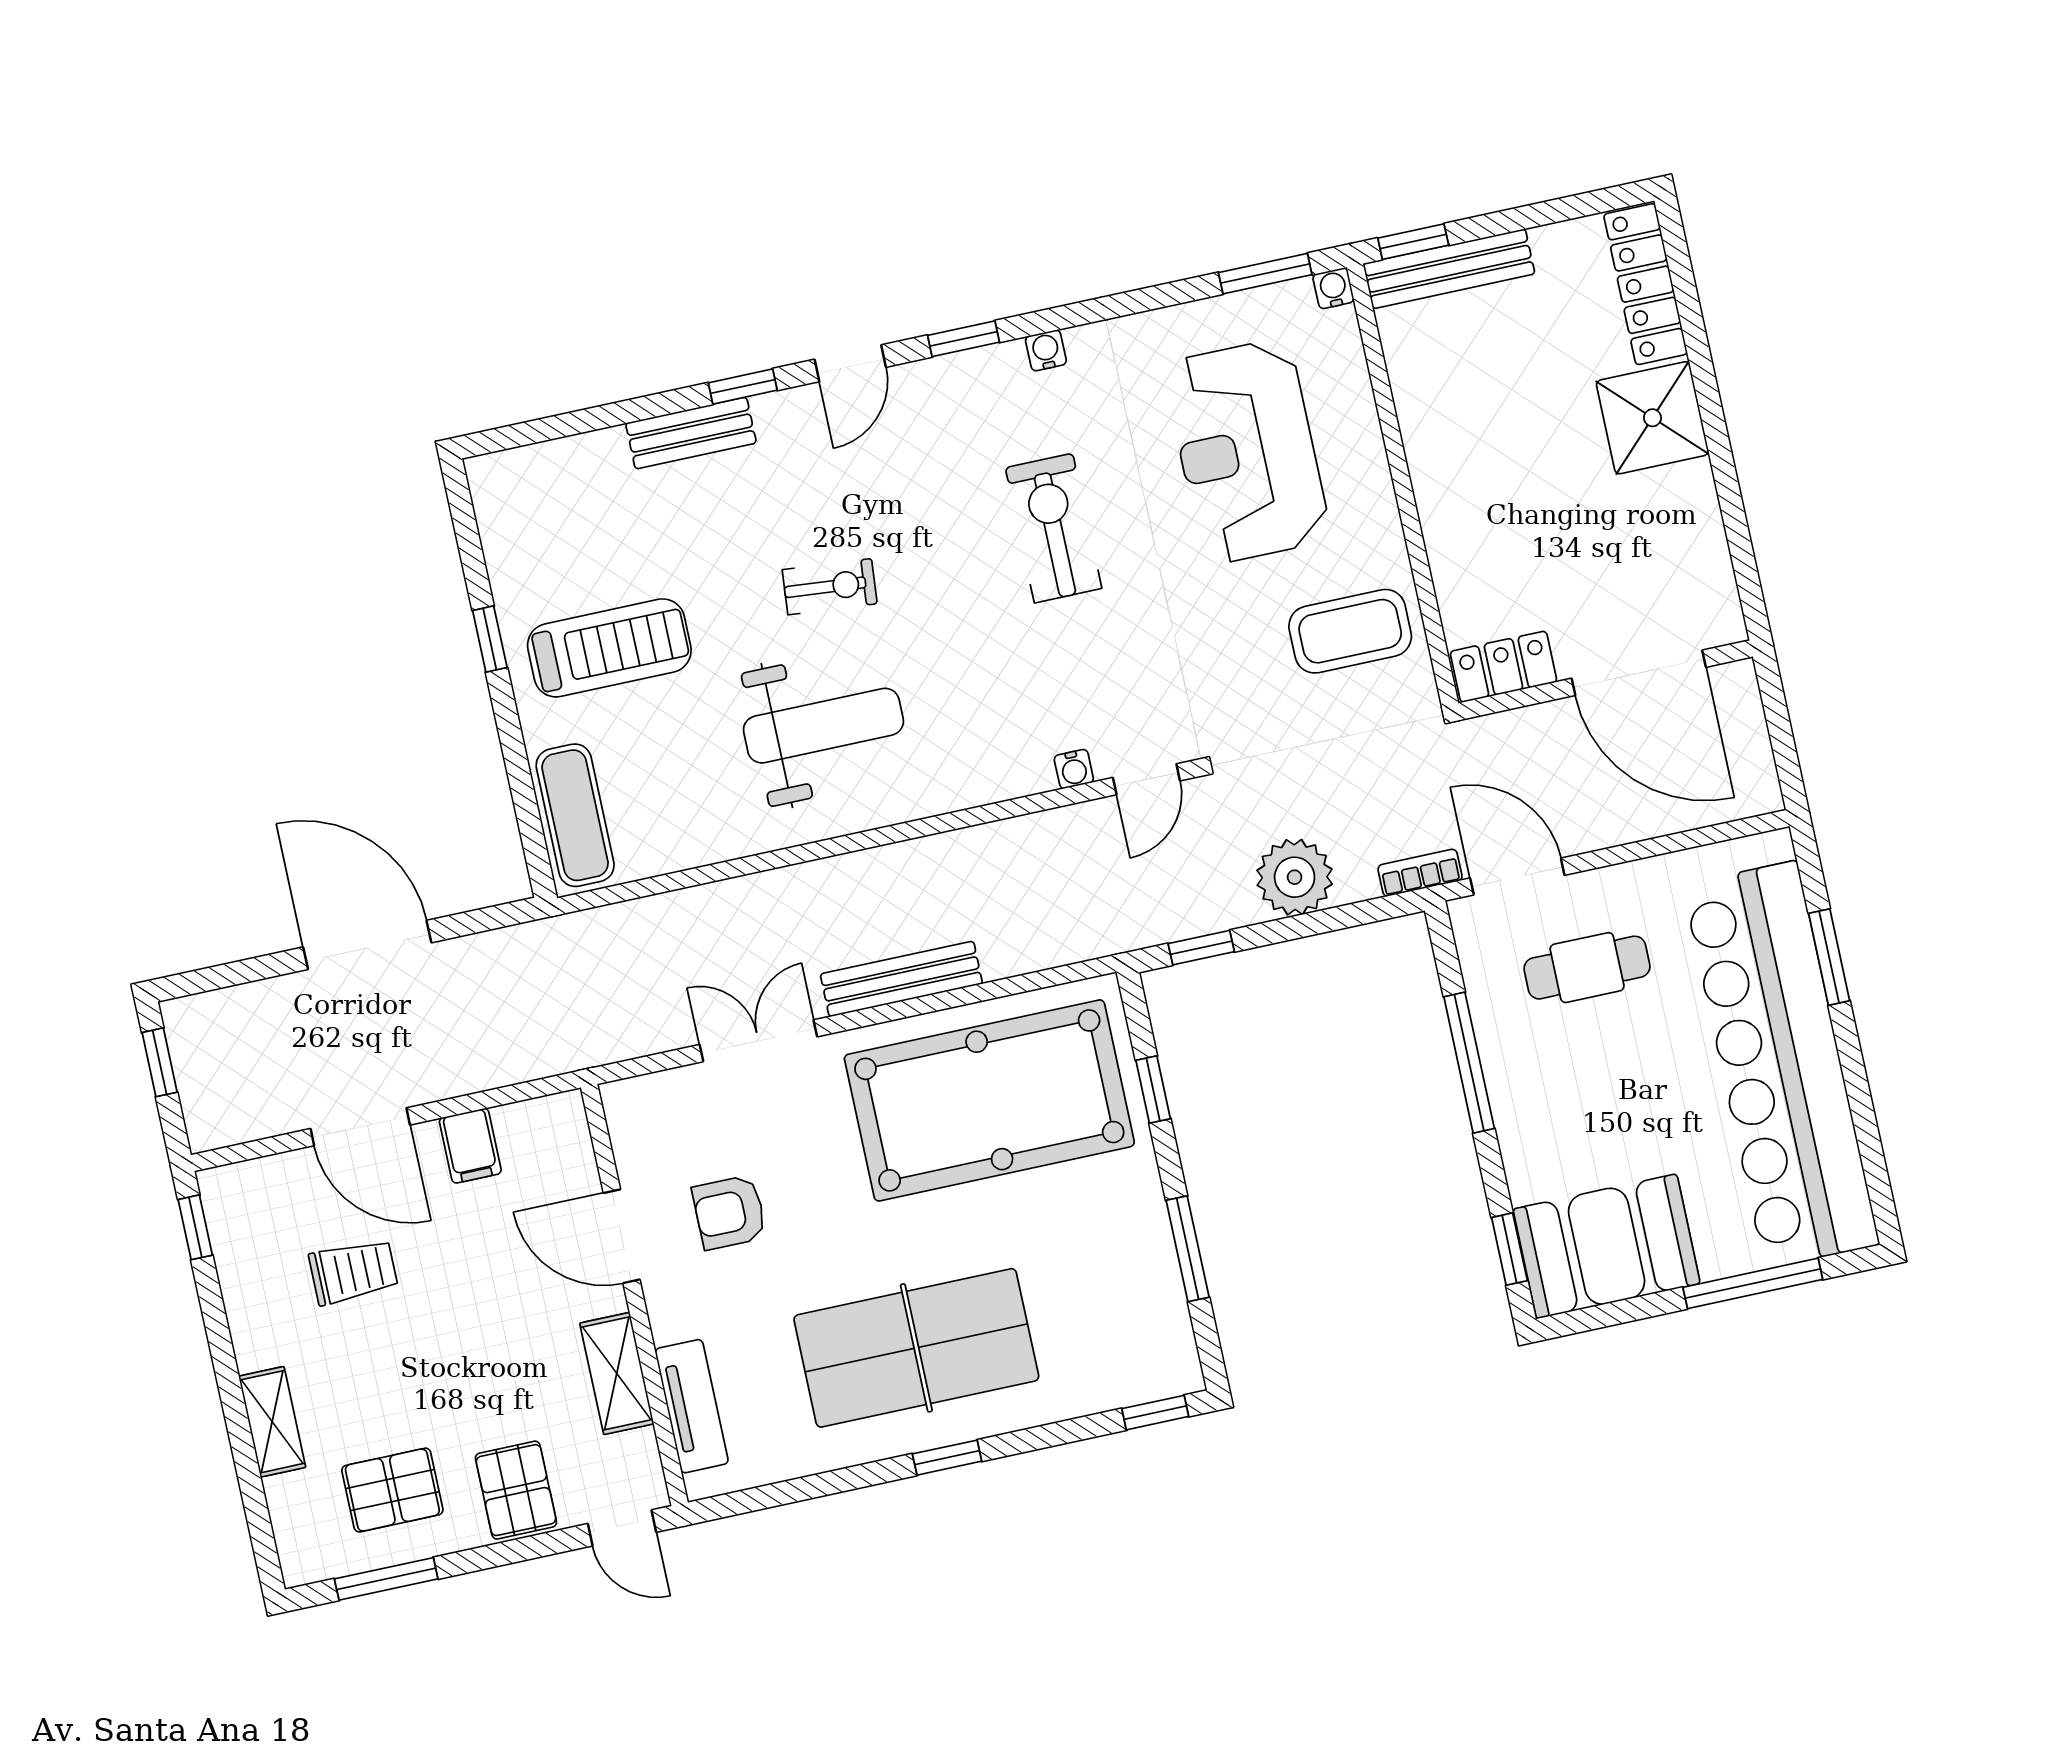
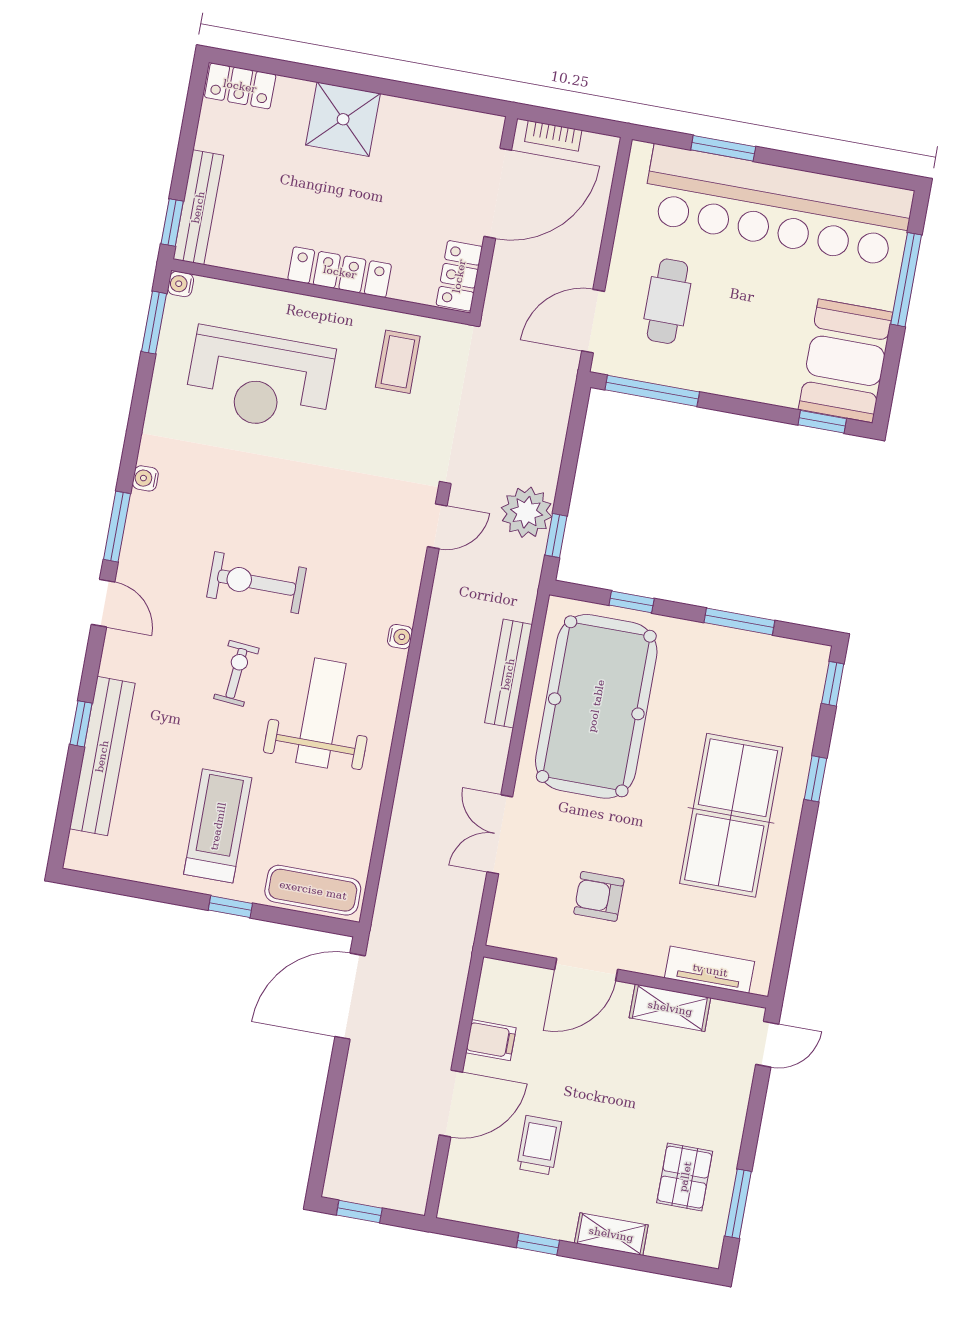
locker: (1646, 284) -> (240, 86), width x0.66
window: (964, 339) -> (117, 527), width x1.50
window: (743, 387) -> (81, 724), moved
bench: (691, 433) -> (102, 756), width x1.86, depth x1.21
locker: (1440, 500) -> (340, 272), added
exercise bike: (1054, 528) -> (257, 583), moved
coffee table: (1350, 631) -> (398, 362), width x0.73, depth x0.77
window: (490, 639) -> (230, 907), moved
water cooler: (1074, 769) -> (400, 637), moved
door: (1146, 779) -> (437, 526), hinge flipped
bookcase: (1420, 873) -> (553, 136), moved, turned -90
plant: (1295, 877) -> (527, 512), moved
door: (367, 945) -> (350, 996), moved
bench: (901, 979) -> (508, 674), moved
window: (1469, 1063) -> (652, 391), moved
armchair: (729, 1212) -> (599, 896), turned 90
window: (195, 1227) -> (538, 1244), moved
window: (947, 1458) -> (815, 779), moved
pallet: (516, 1490) -> (716, 1100), removed

